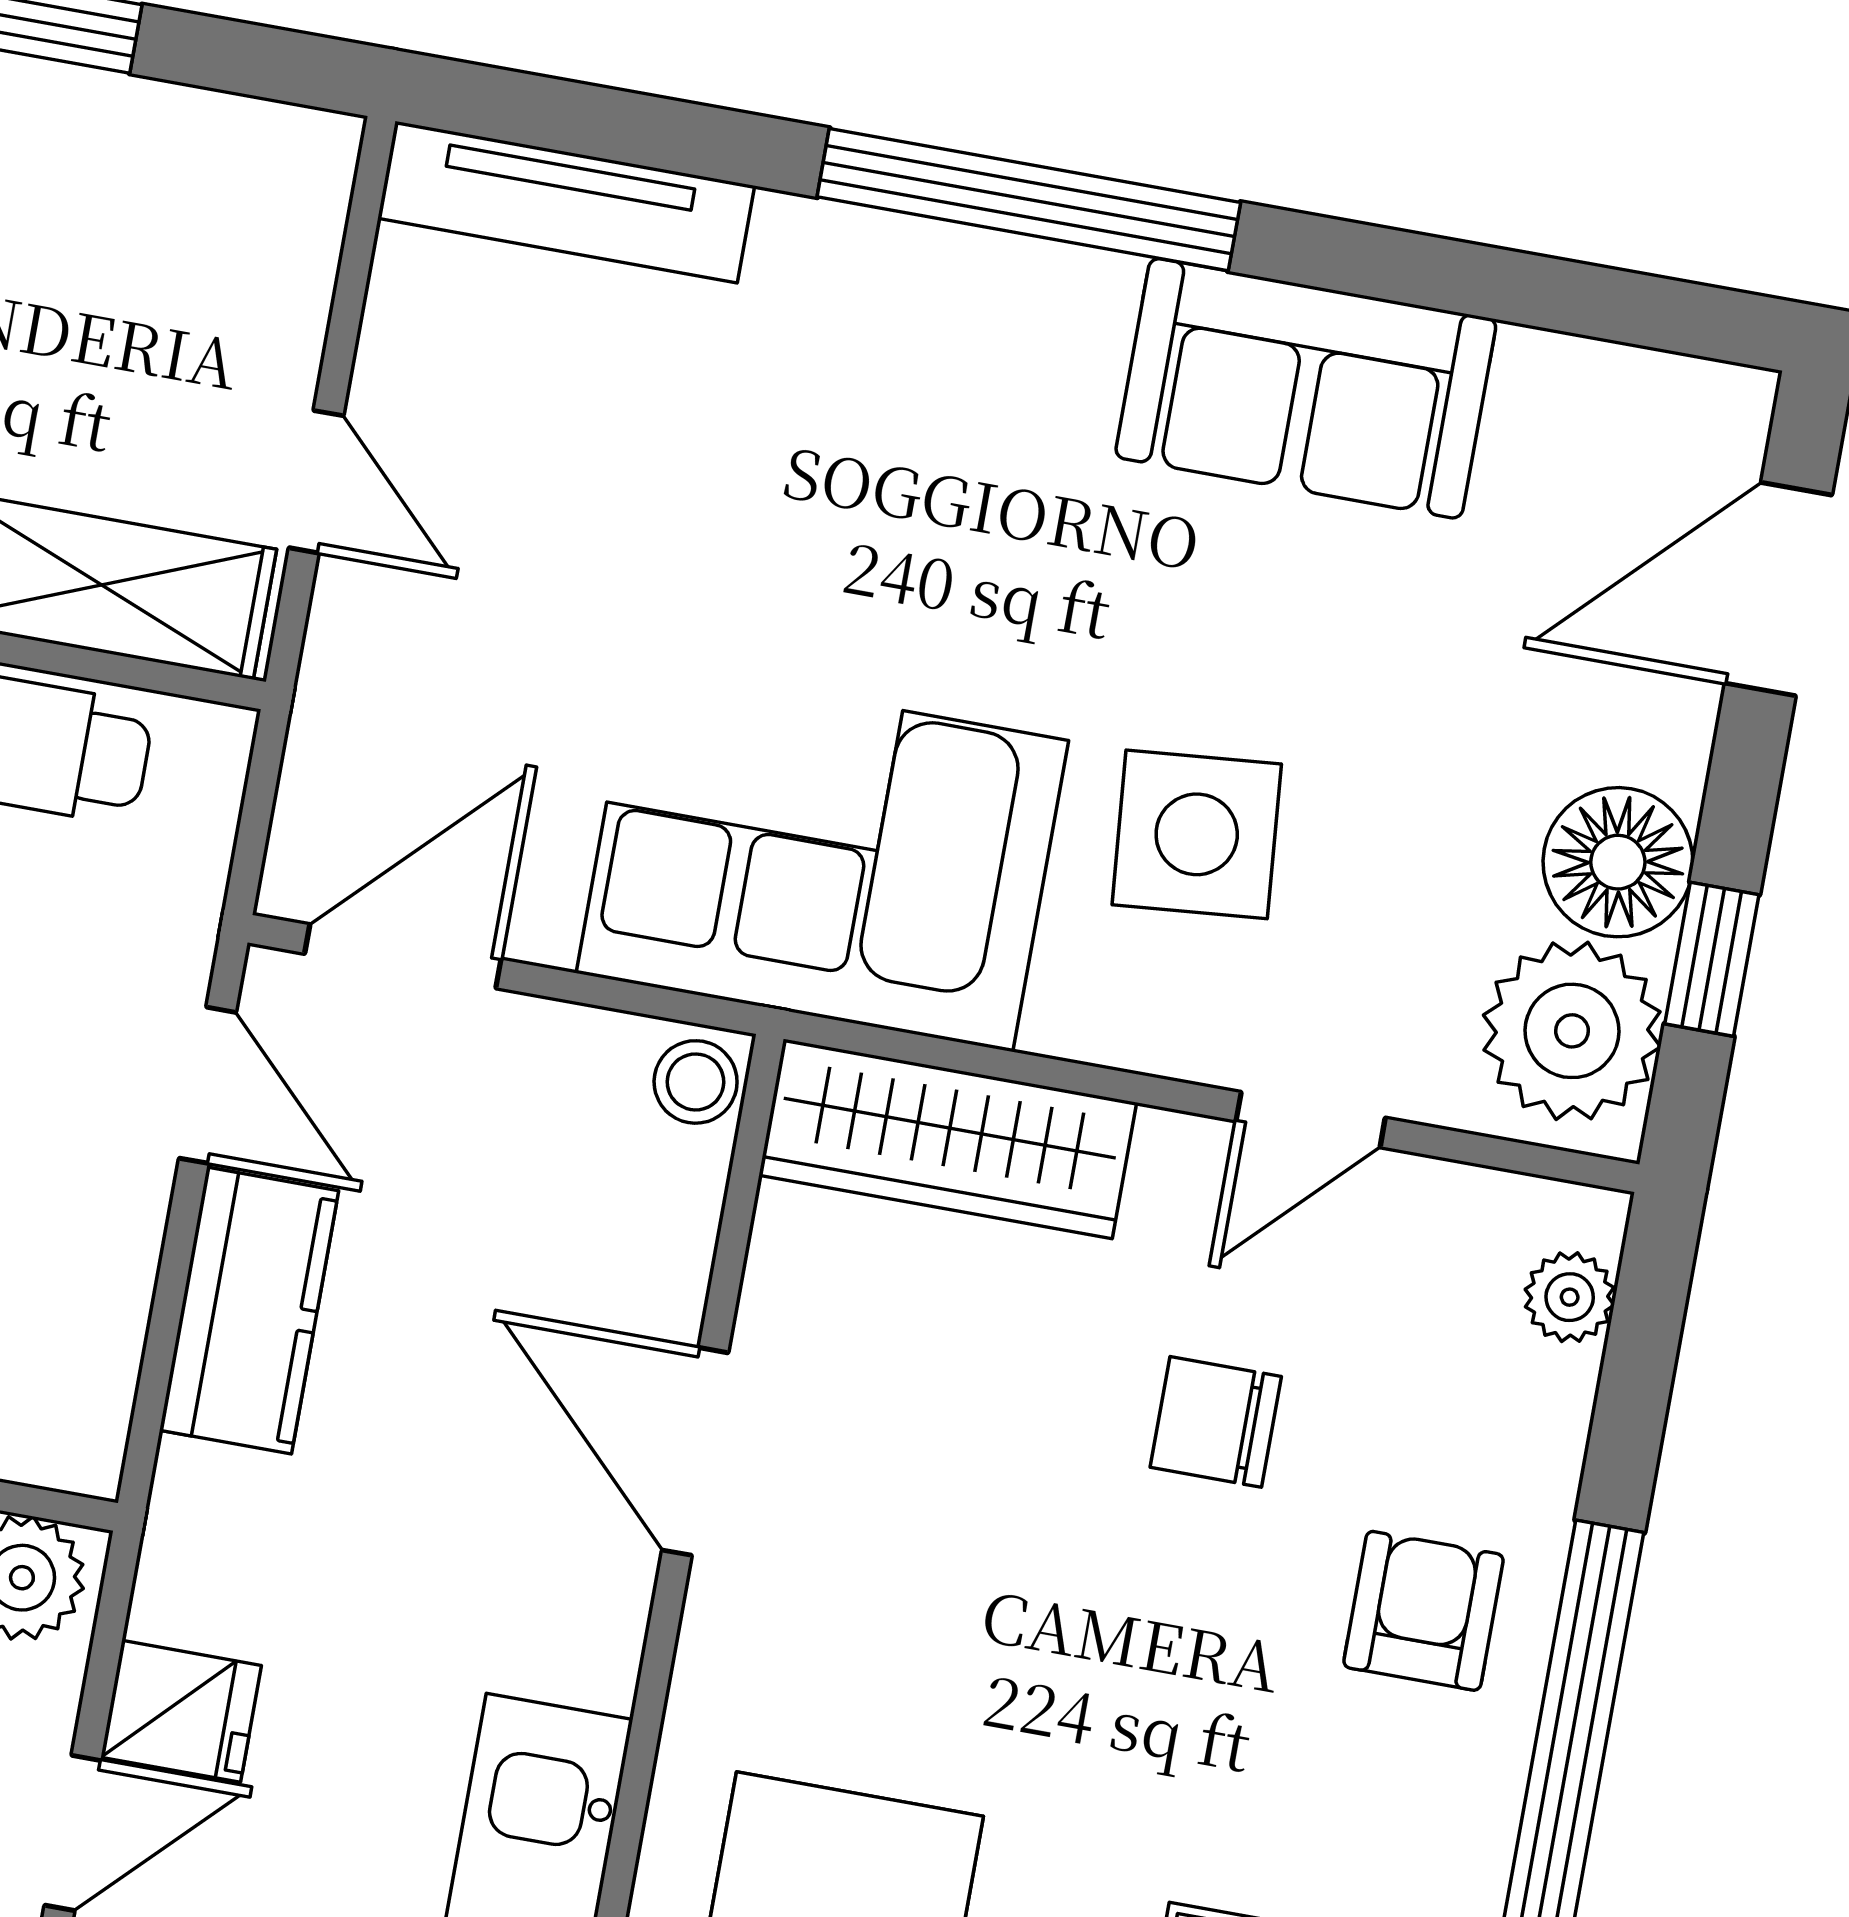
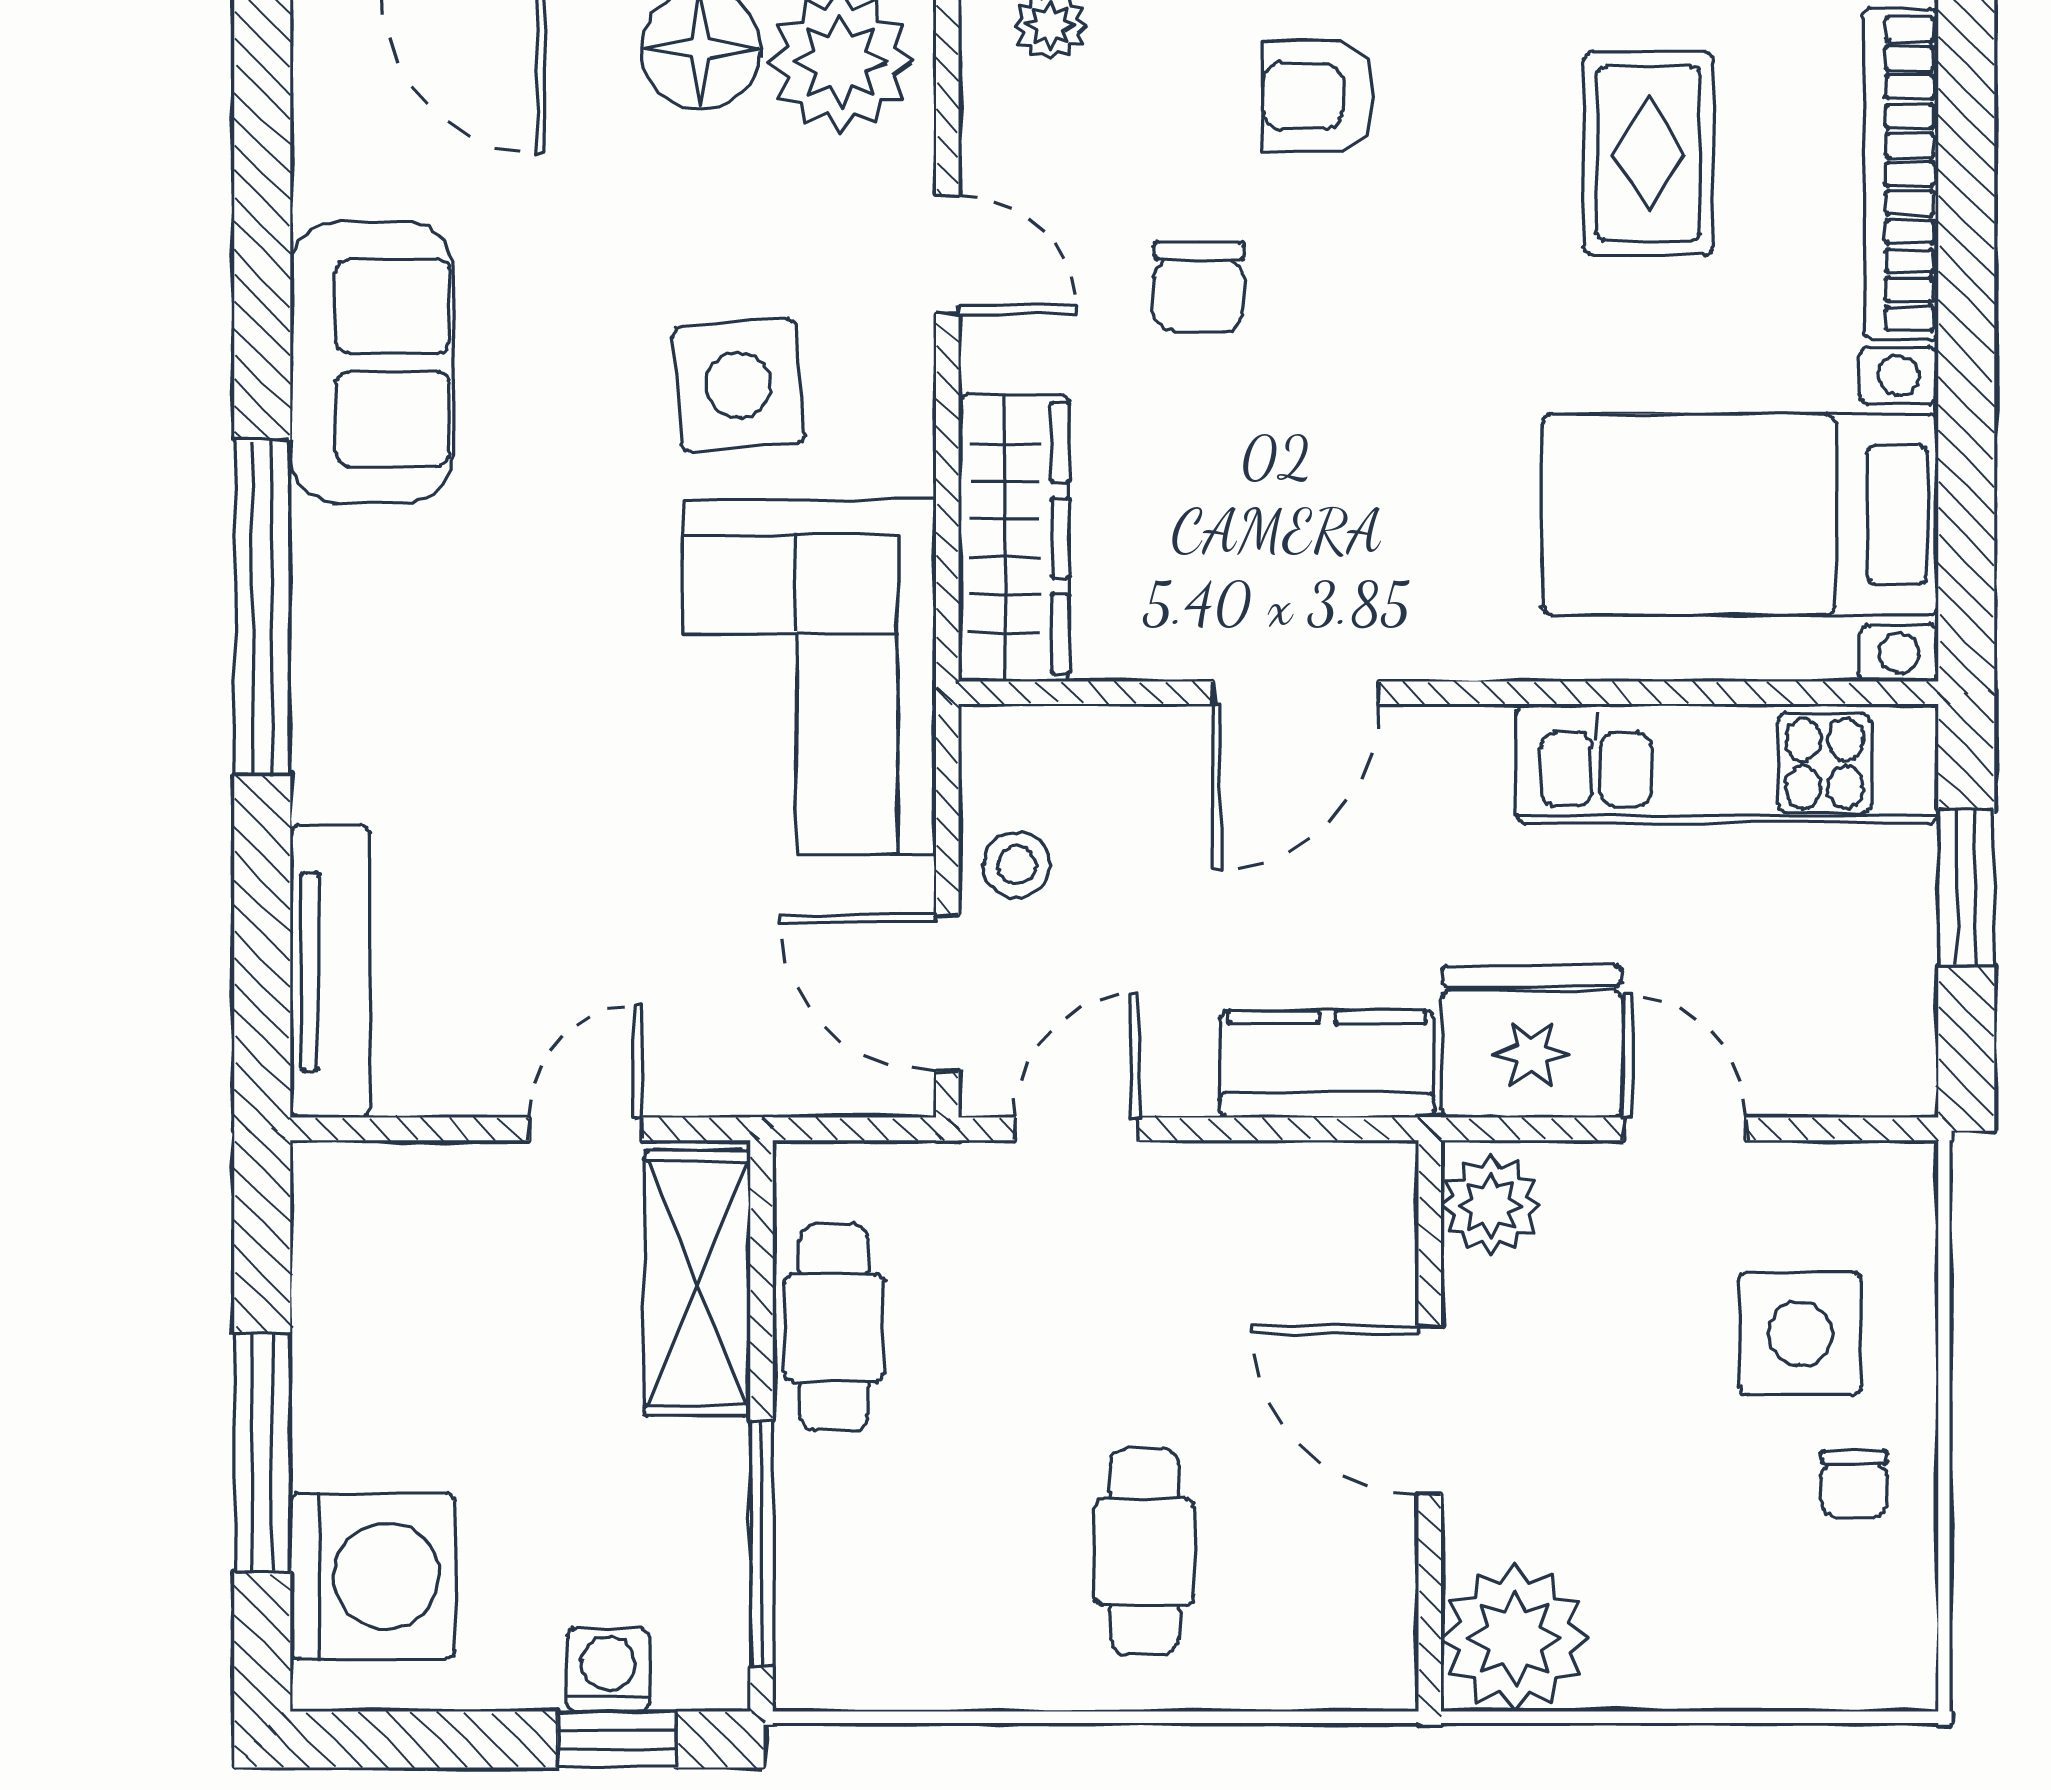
stool: (696, 1082) -> (1017, 865), moved
kitchen counter: (249, 1310) -> (1327, 1064), moved
fridge: (181, 1711) -> (1531, 1042), width x1.88, depth x1.34

